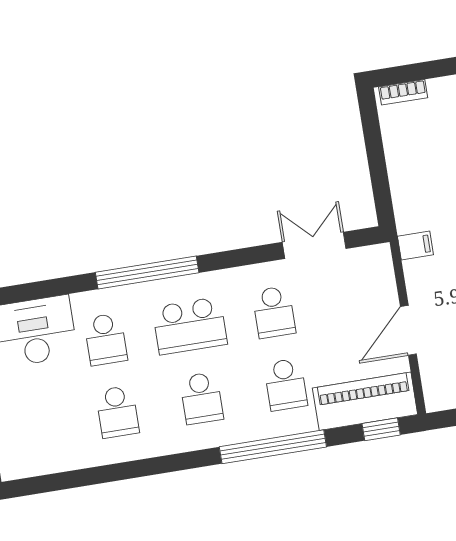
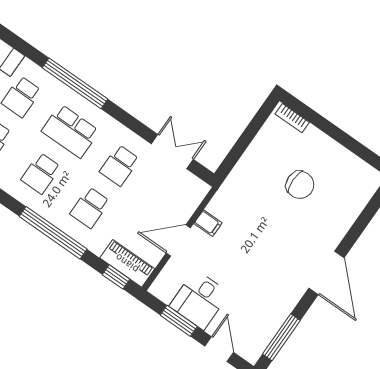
filing cabinet: (415, 246) -> (208, 223), moved
piano: (365, 401) -> (127, 263), width x0.73, depth x0.75

